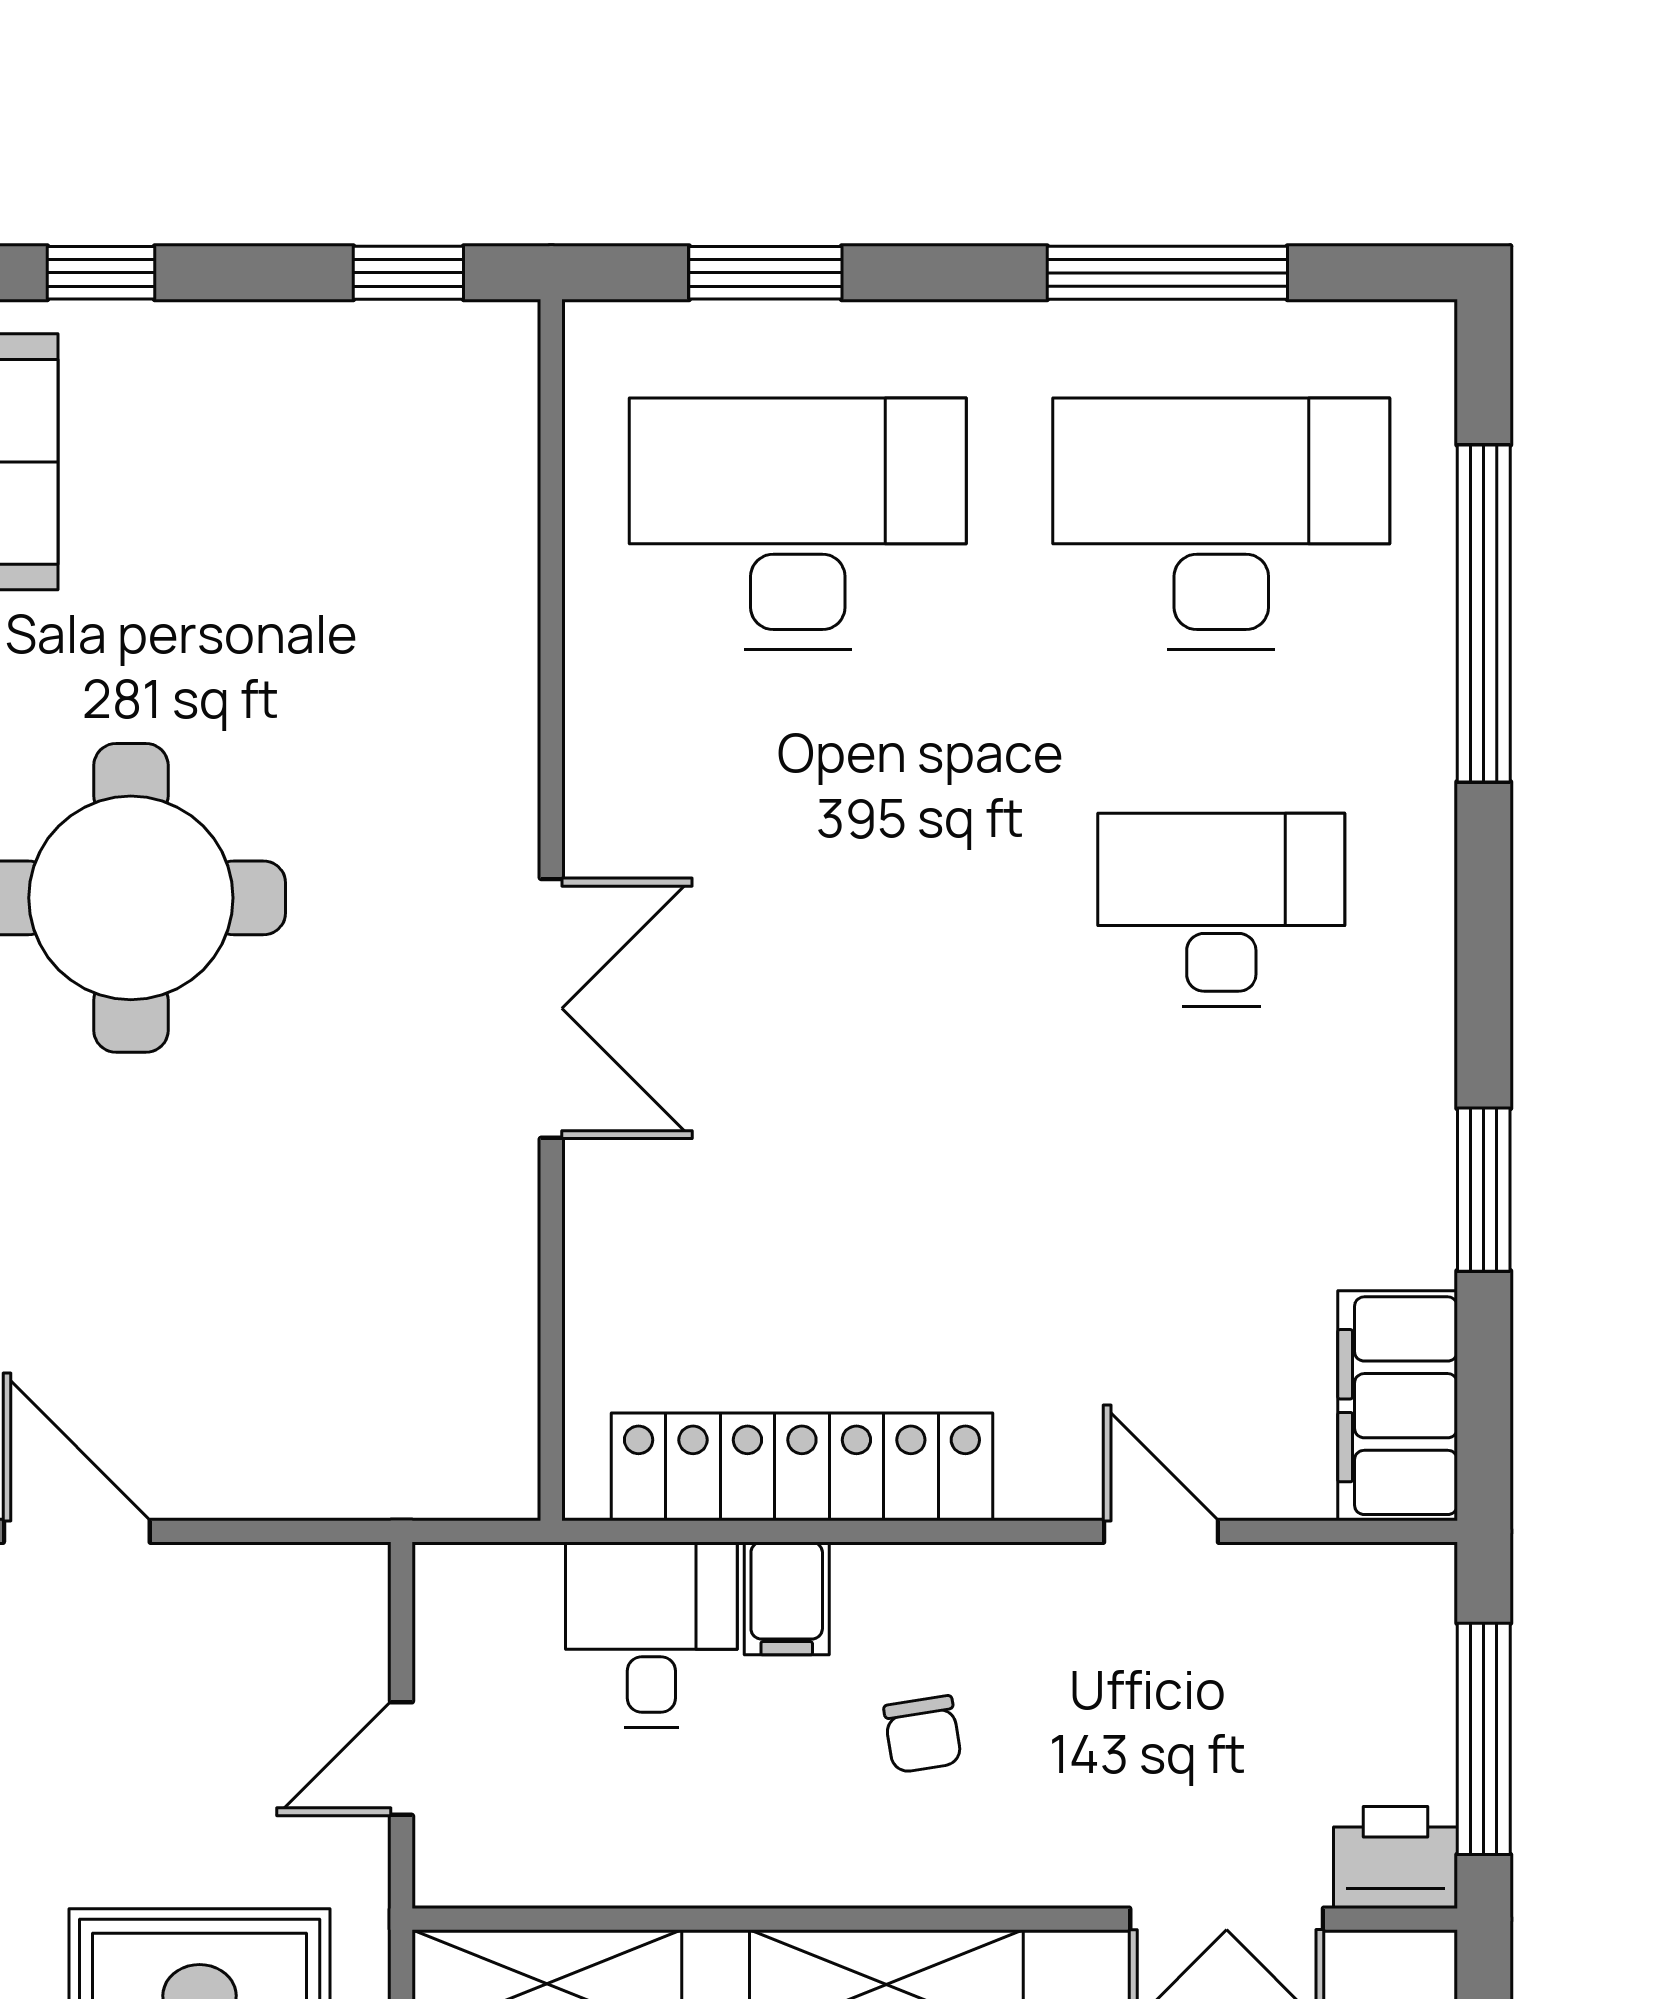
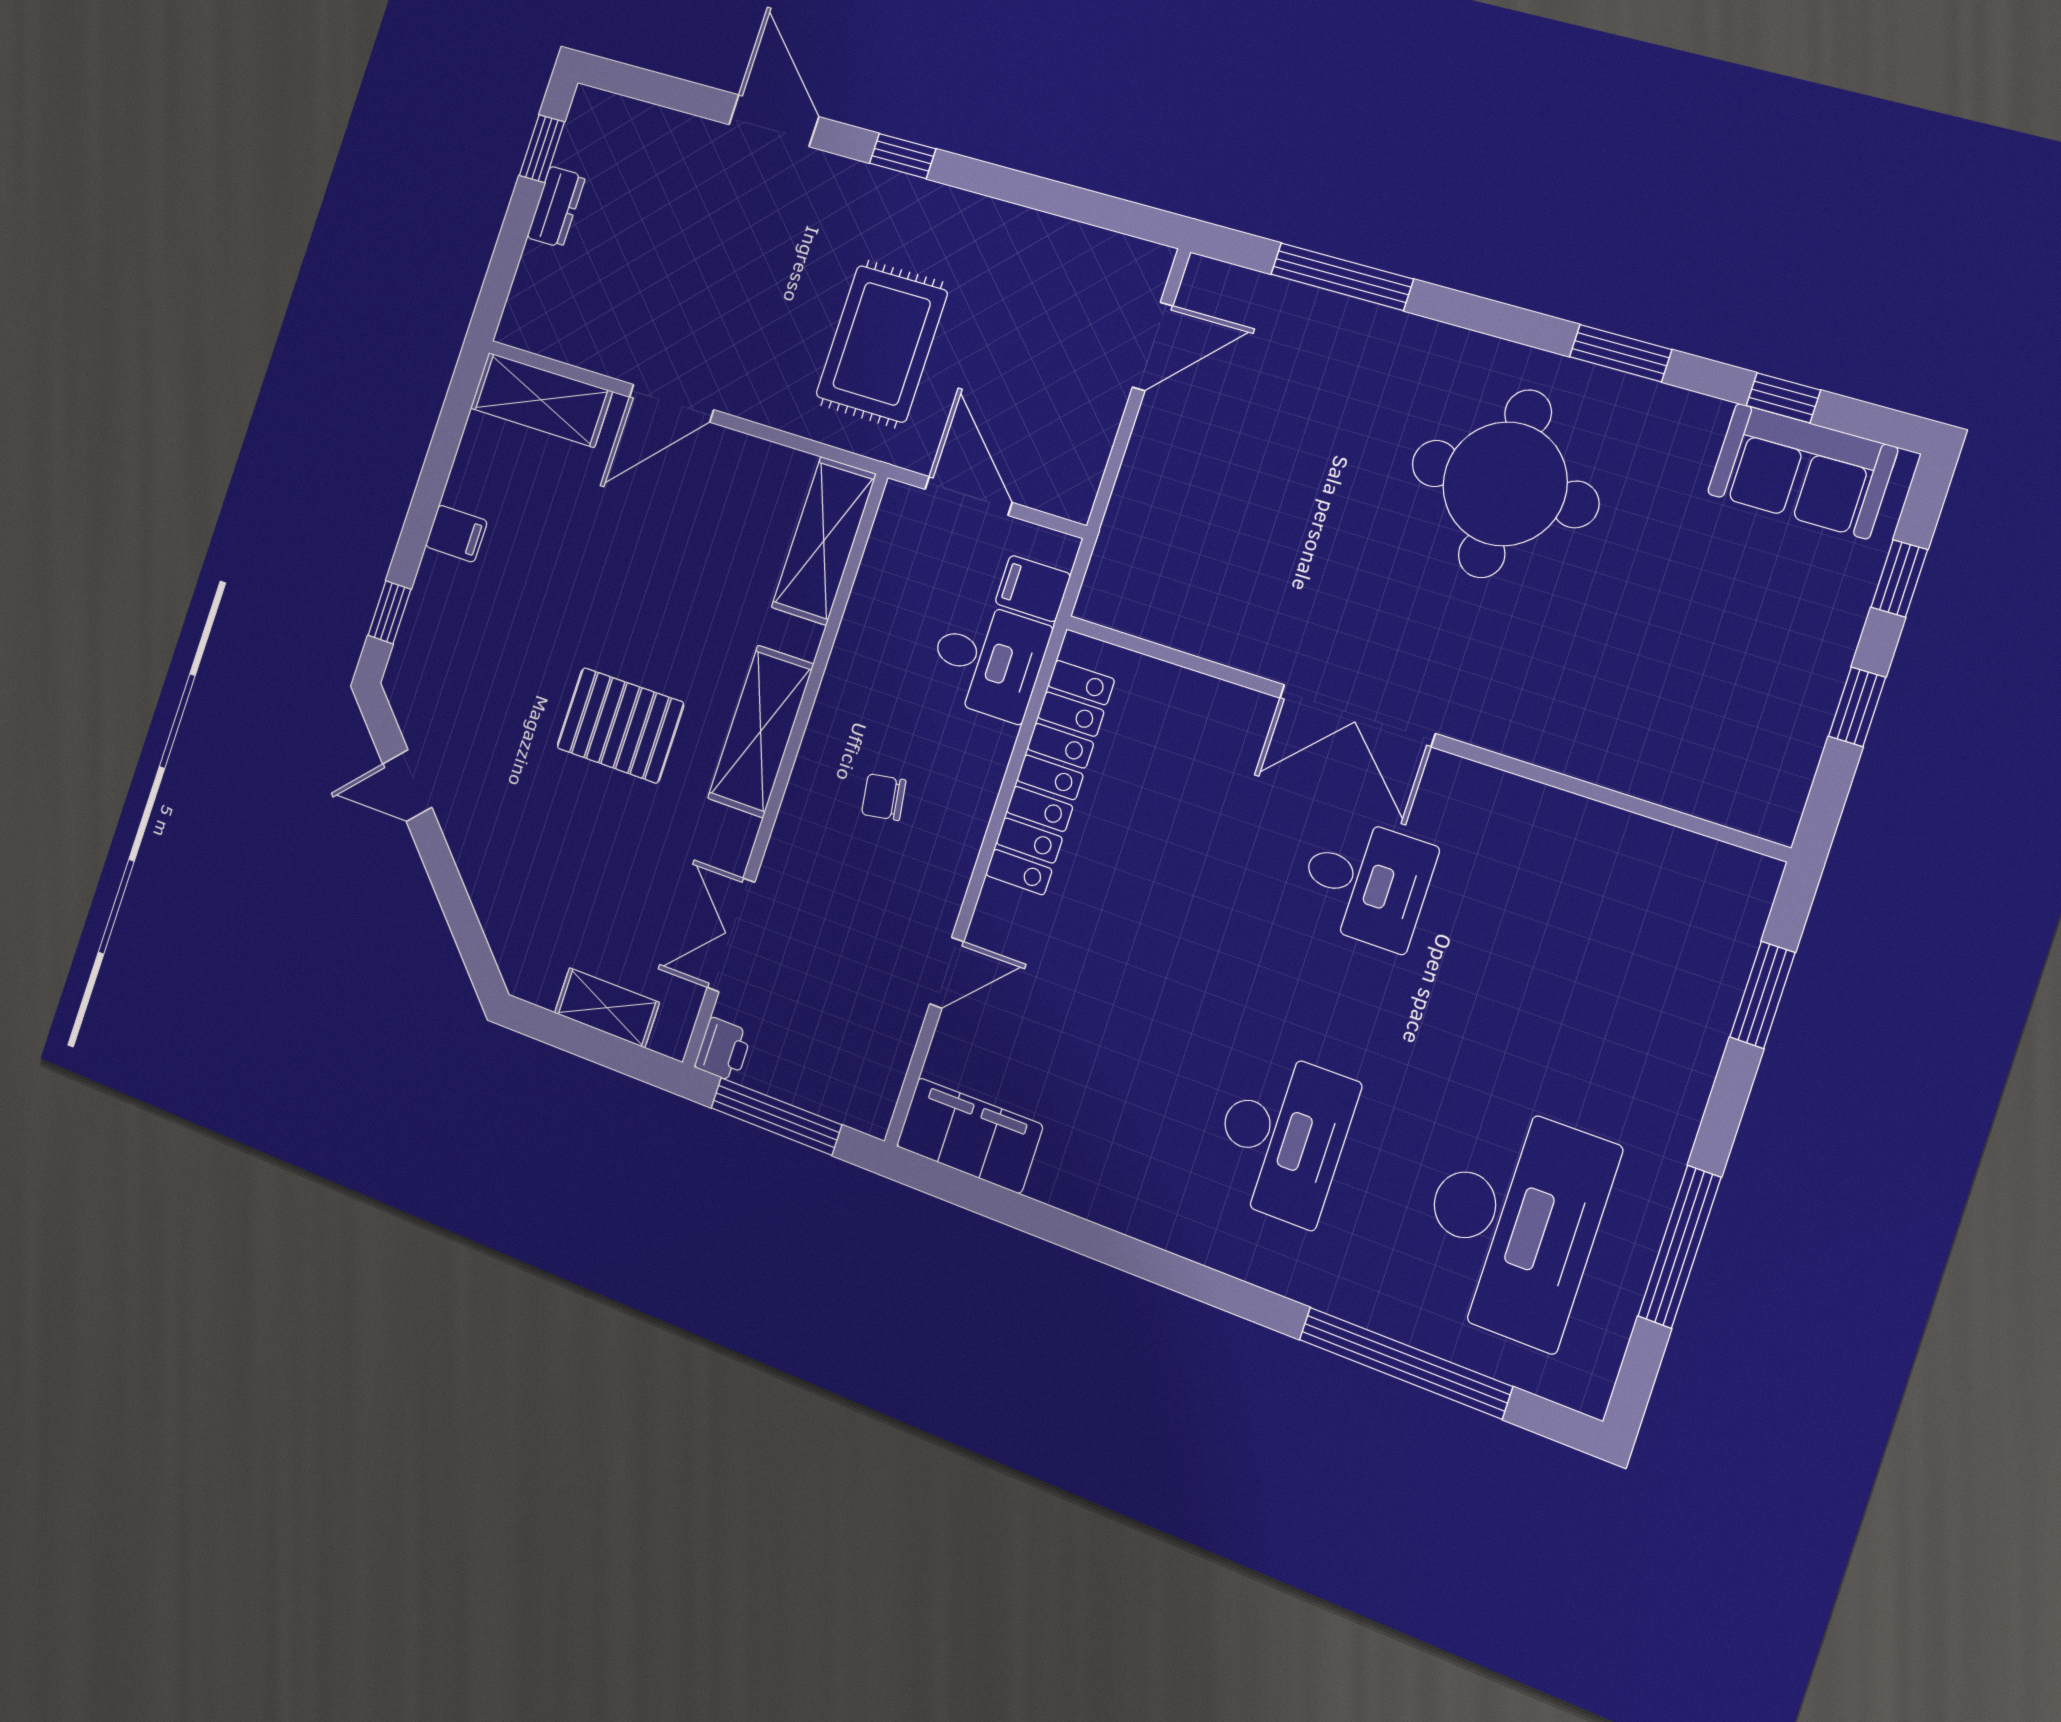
window: (408, 273) -> (1857, 707), moved
desk: (798, 524) -> (1366, 882), moved, width x0.53, depth x0.77
window: (1484, 1190) -> (1072, 1232), removed
filing cabinet: (787, 1598) -> (1033, 589), moved
door: (401, 1759) -> (969, 496), width x1.38
printer: (1395, 1857) -> (723, 1050), width x0.73, depth x0.81

